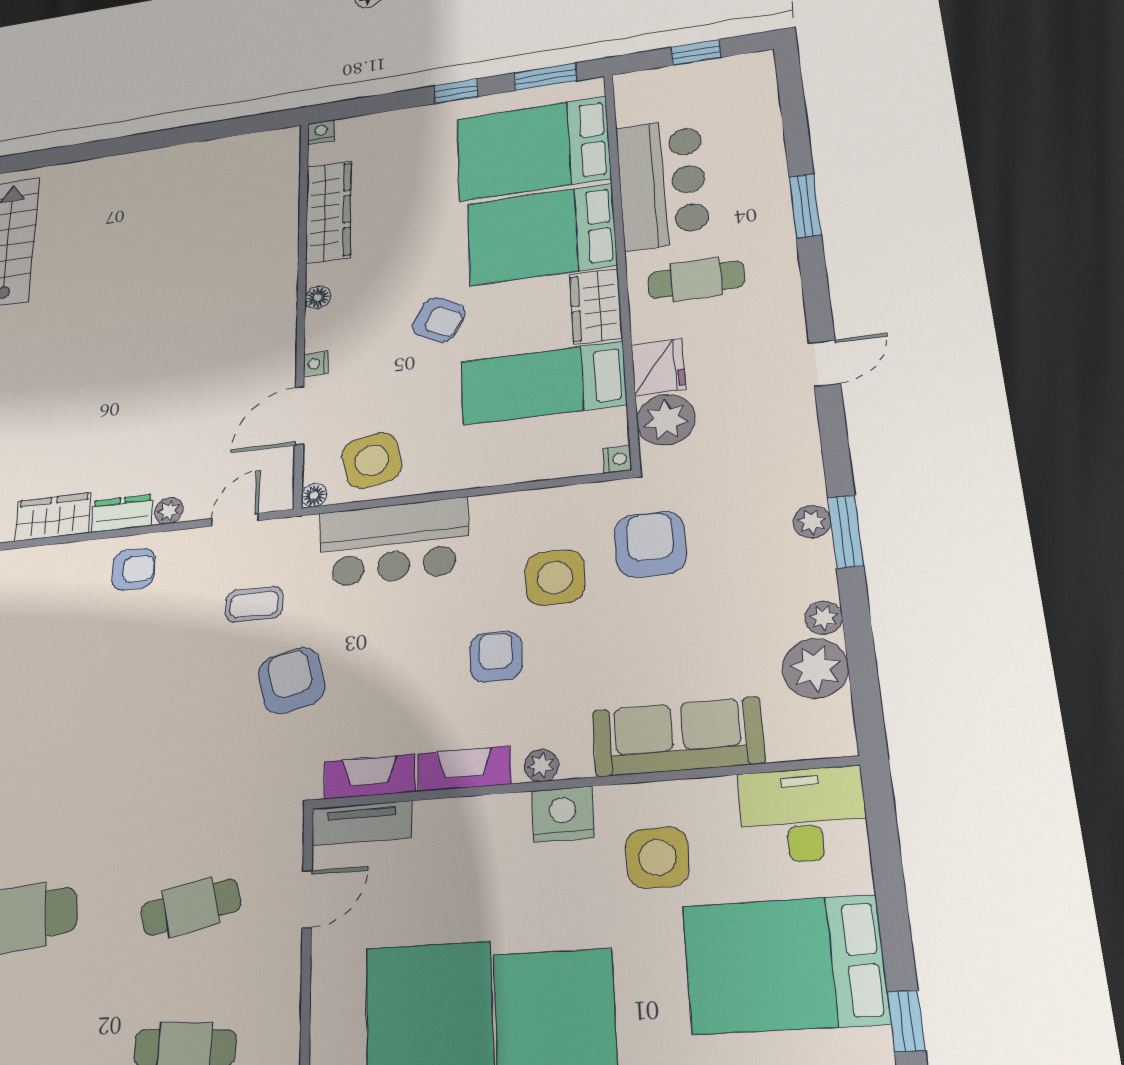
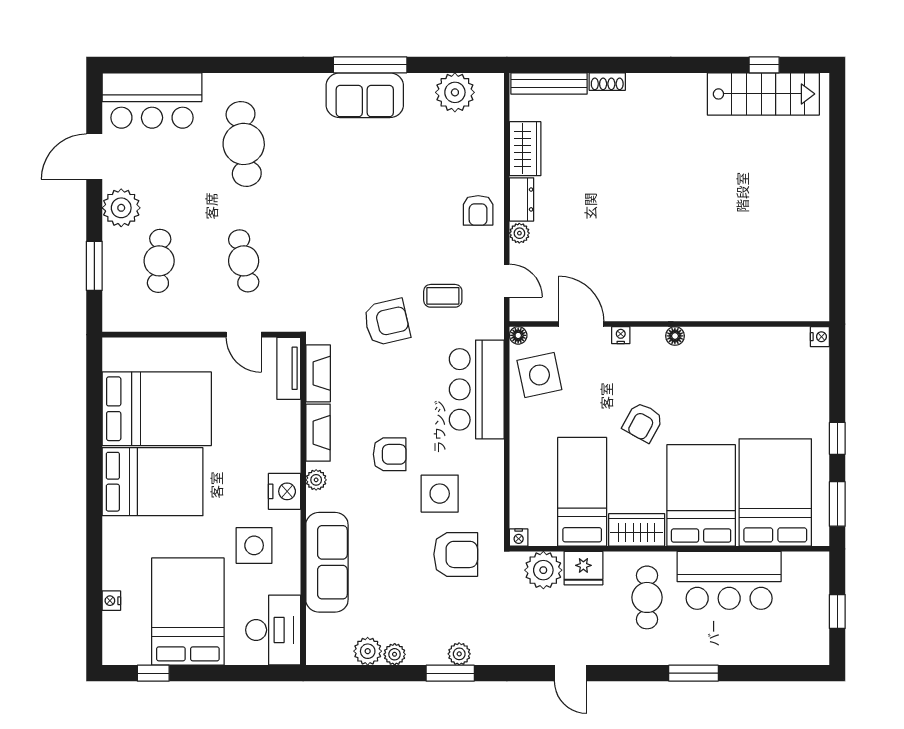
wardrobe: (328, 212) -> (747, 343), removed
coffee table: (254, 604) -> (443, 296), turned 90
plant: (815, 668) -> (368, 651), width x0.73, depth x0.73

